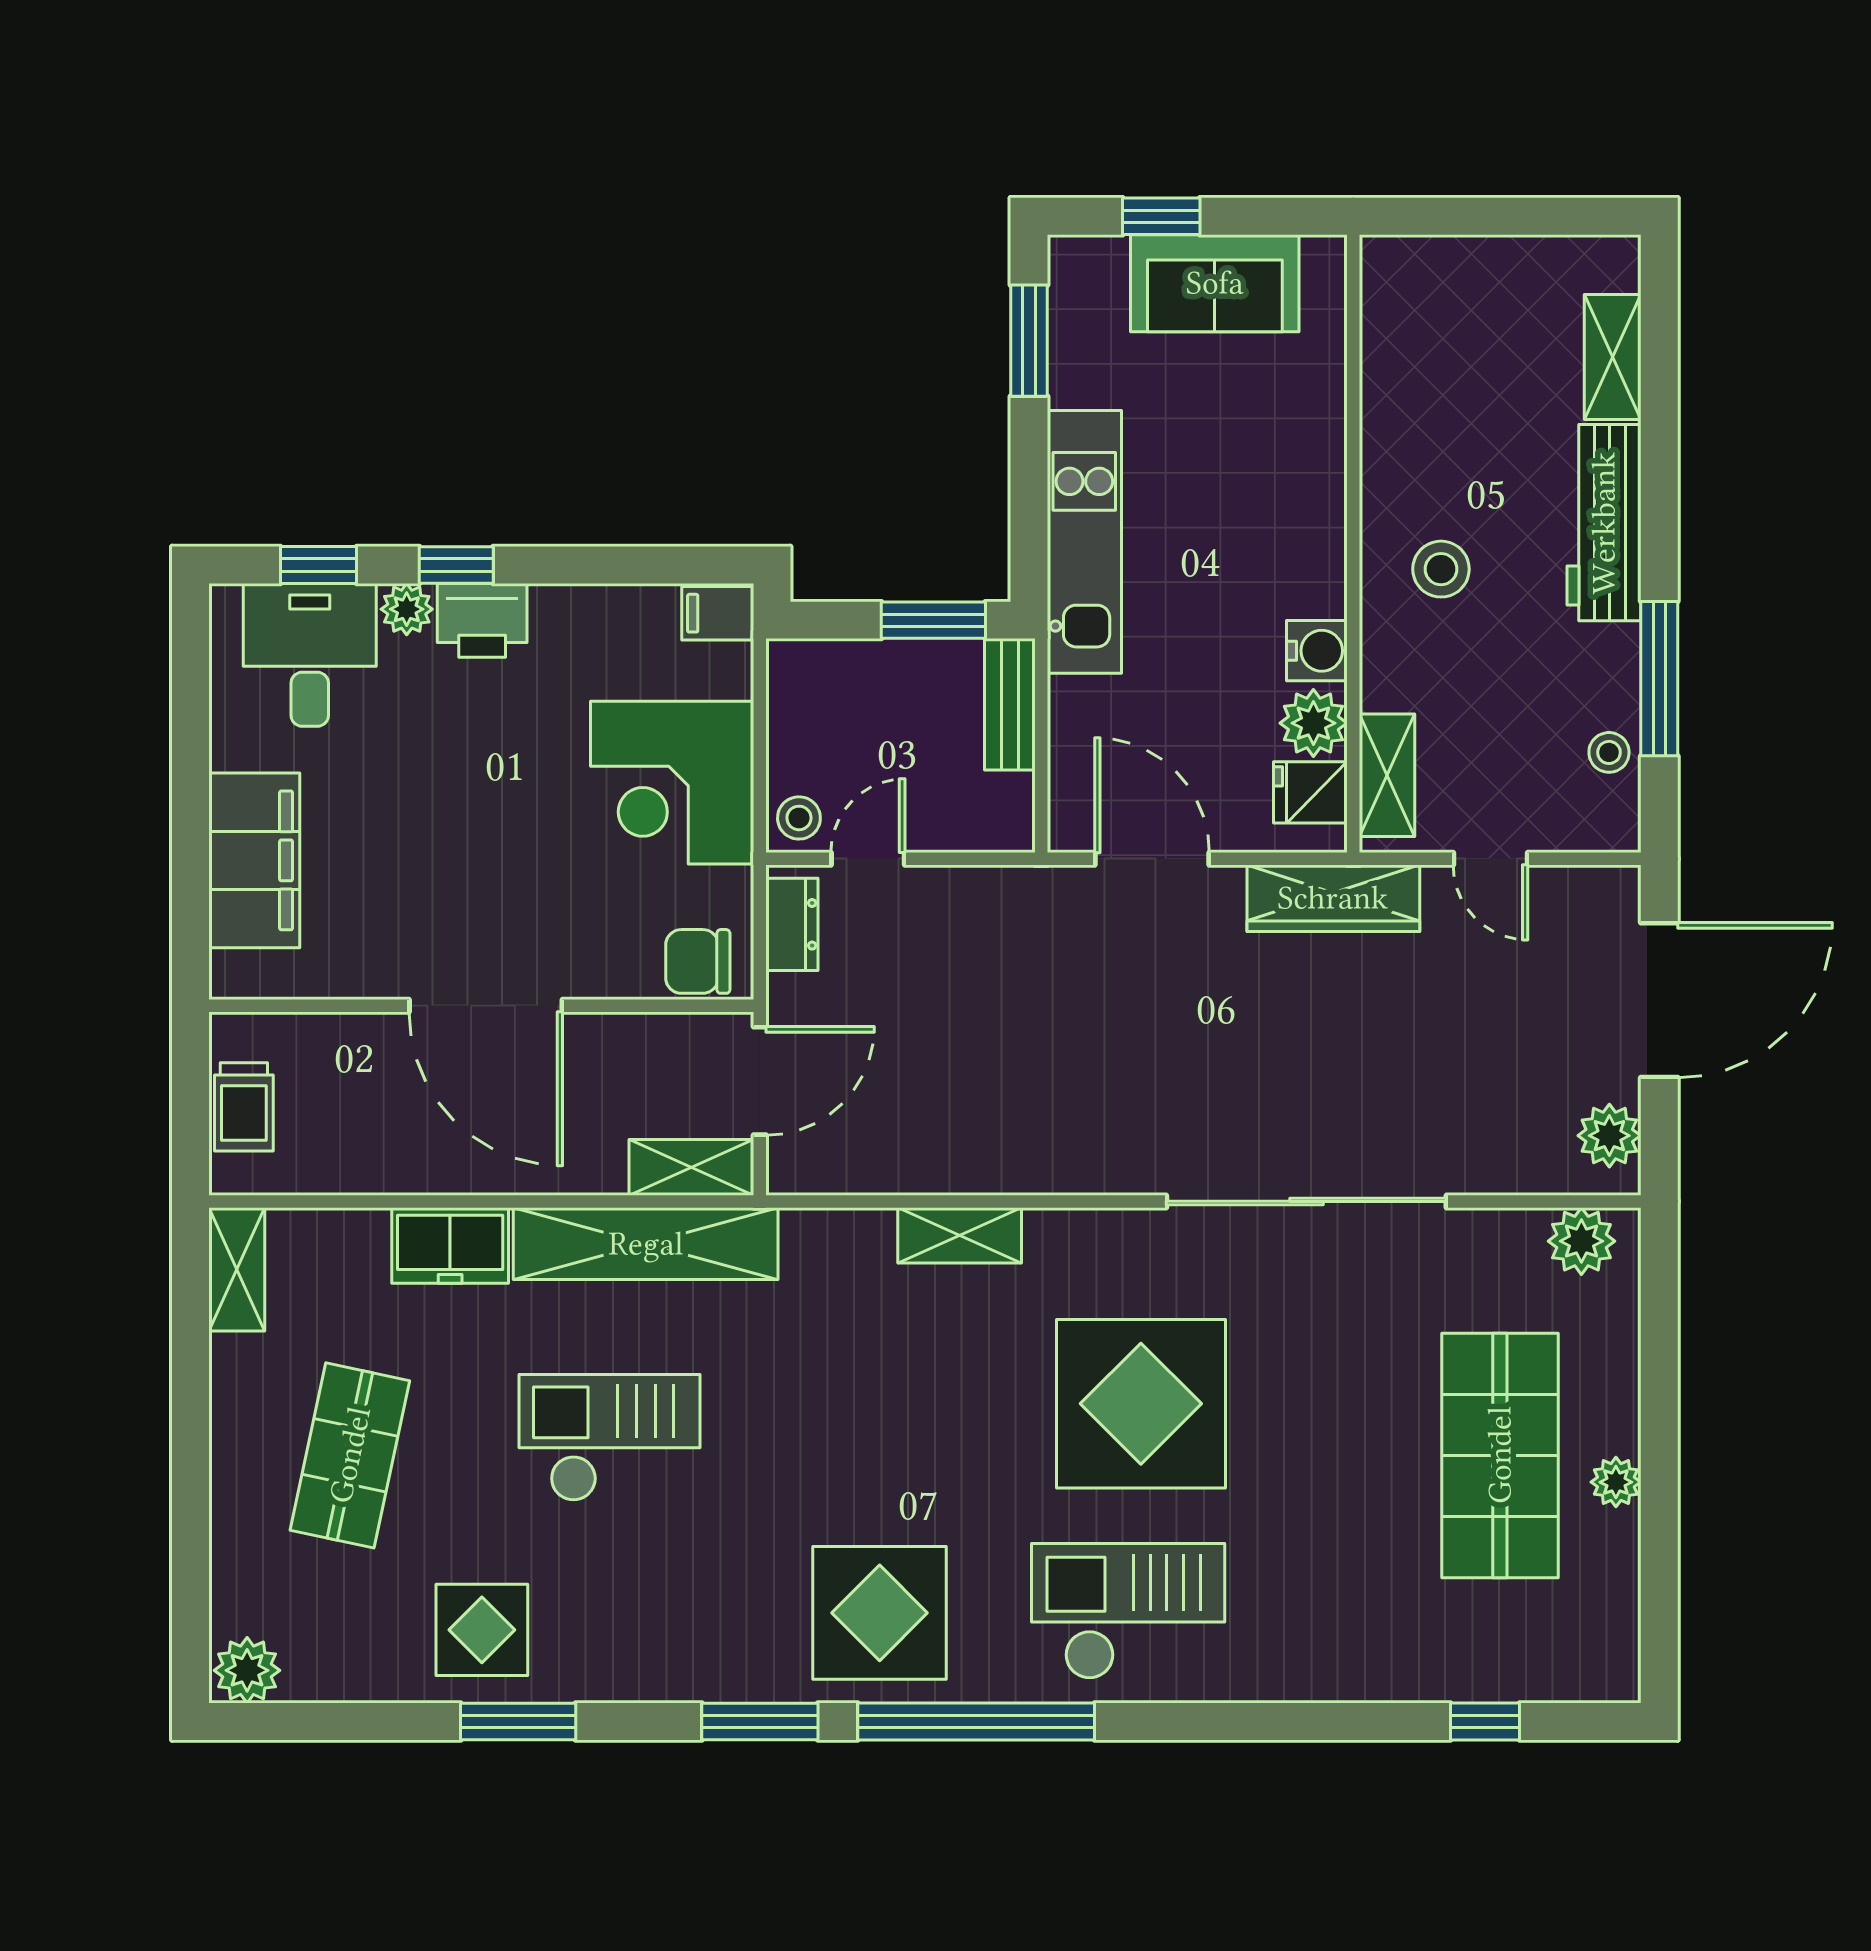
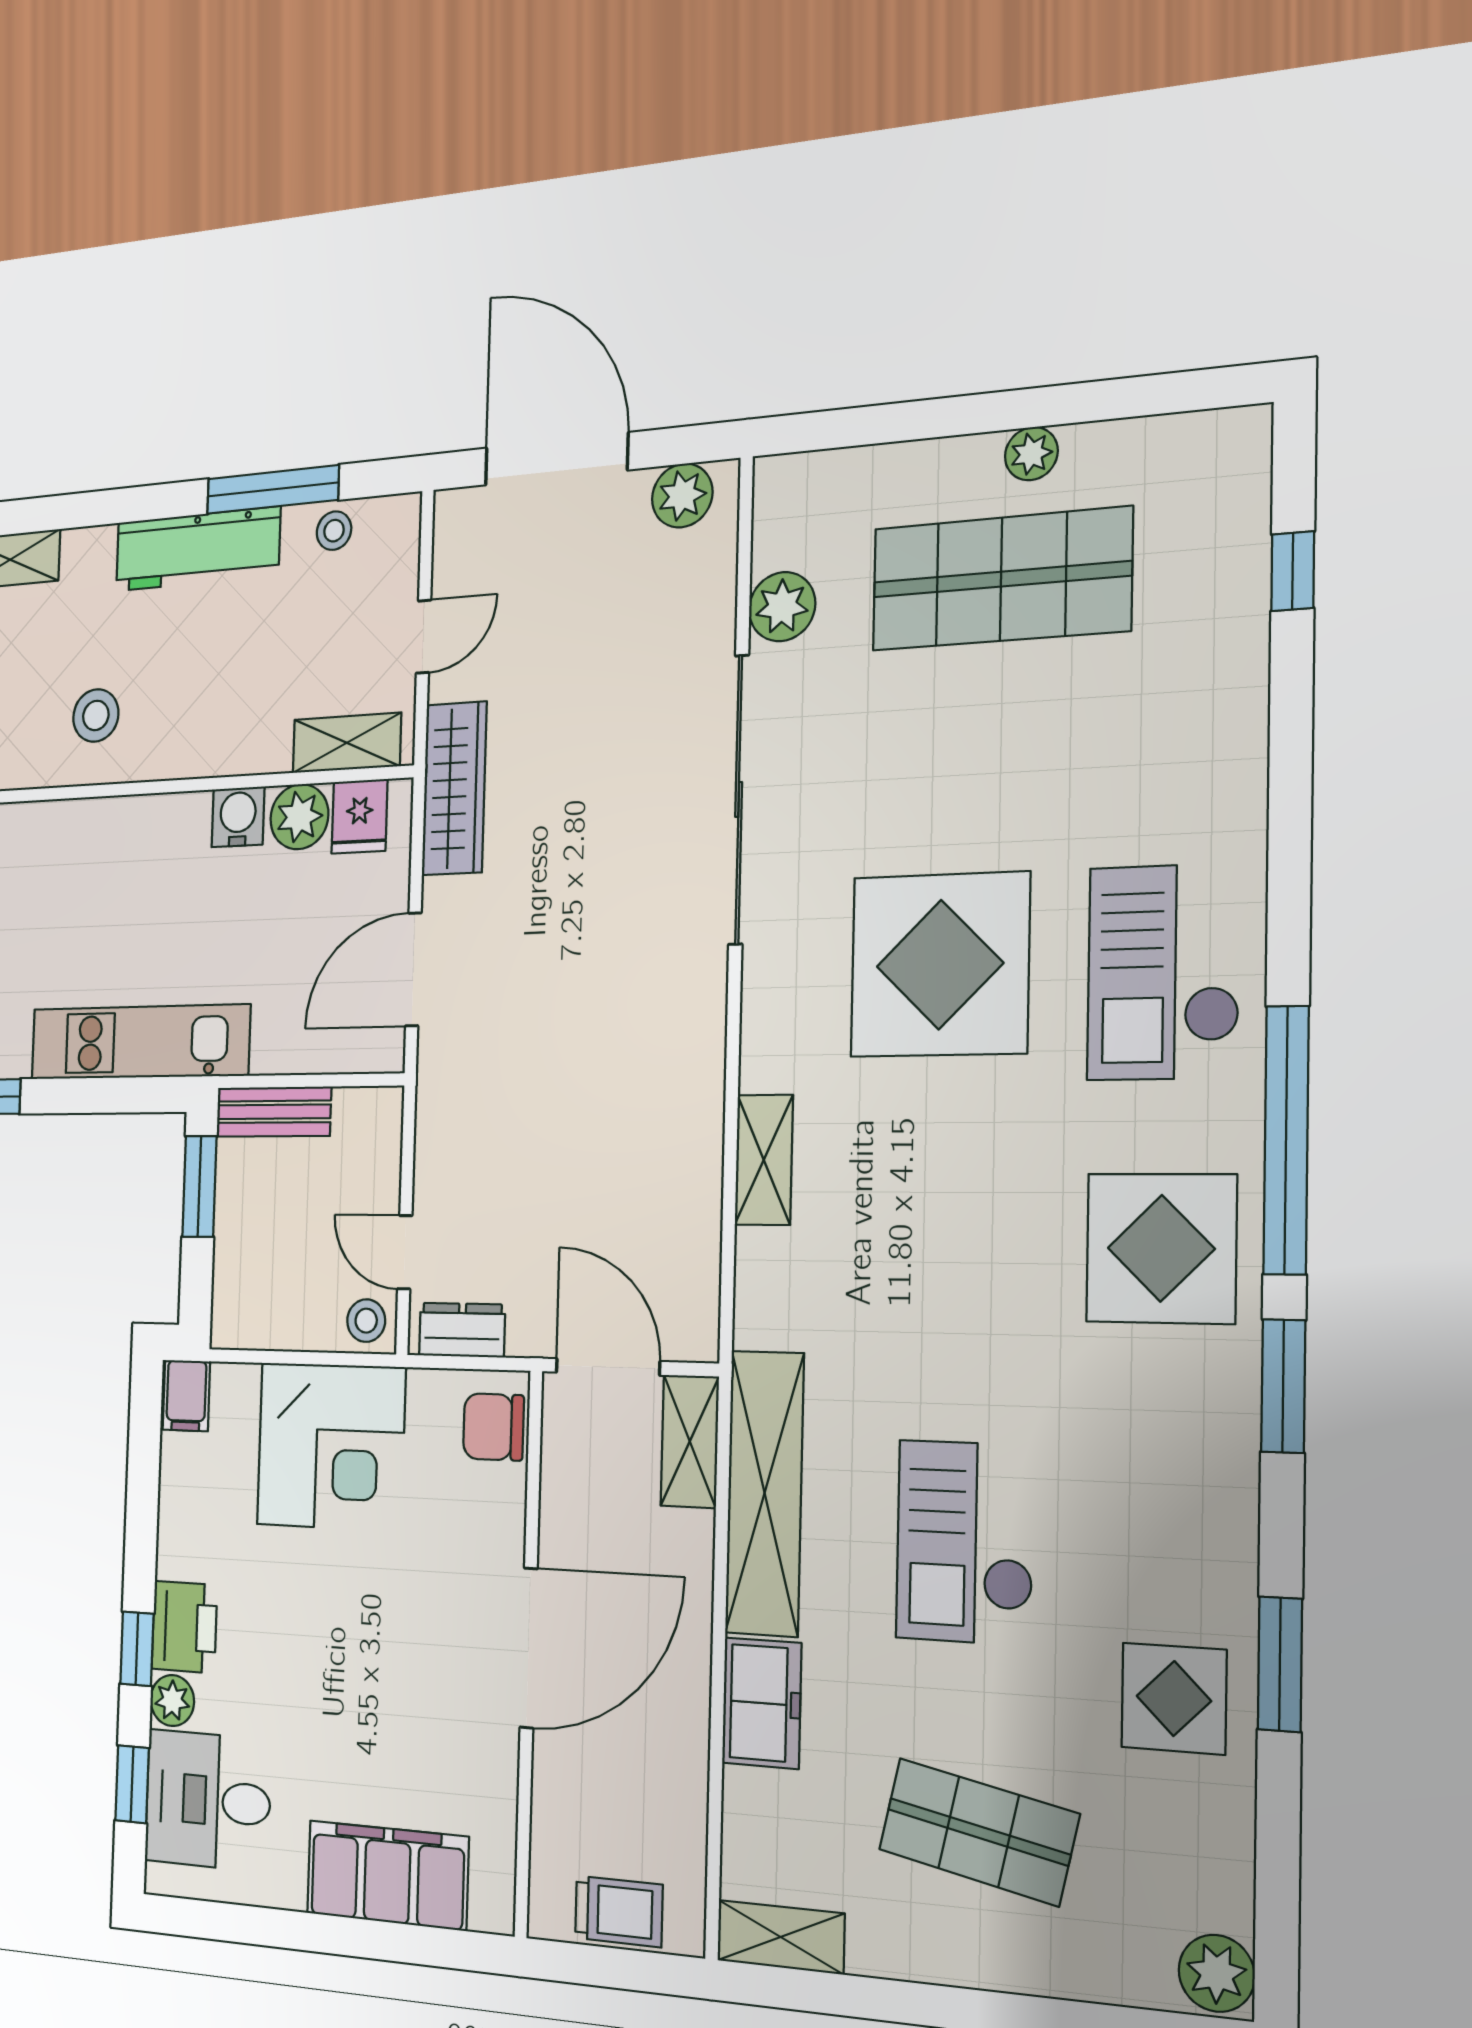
workbench: (1604, 523) -> (197, 549), moved
stool: (1441, 569) -> (96, 715), moved
chair: (698, 961) -> (493, 1427), turned 90
plant: (1581, 1241) -> (782, 607), moved

